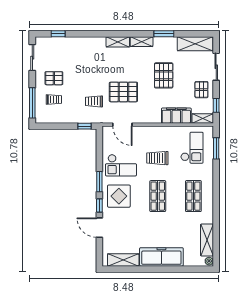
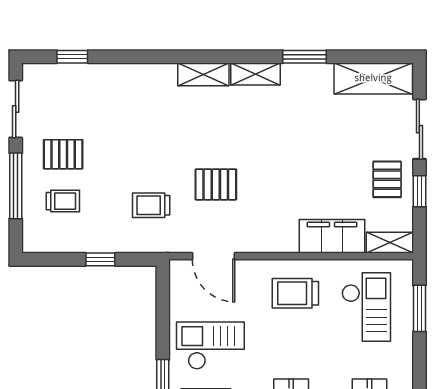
pallet: (164, 75) -> (304, 148), removed
pallet: (123, 92) -> (216, 184), width x0.67, depth x0.71
window: (32, 103) -> (16, 186), moved
window: (216, 105) -> (419, 191), moved
window: (85, 126) -> (100, 259), moved
trolley: (157, 158) -> (295, 293), moved
checkout: (121, 165) -> (210, 346), turned 180

